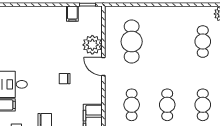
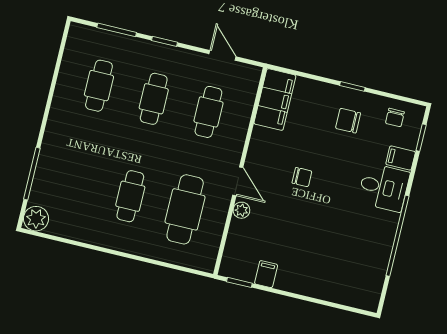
cafe table: (203, 42) -> (130, 196), moved
plant: (92, 45) -> (241, 210), width x0.53, depth x0.53

